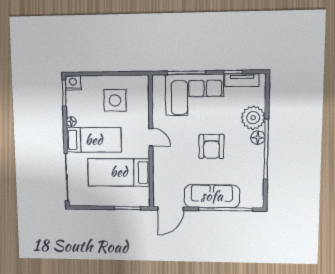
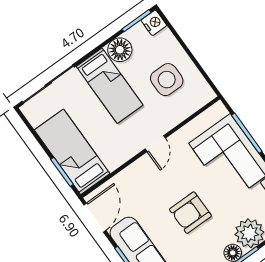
floor lamp: (71, 121) -> (120, 50), width x1.89, depth x1.89
bed: (119, 172) -> (72, 152), moved
door: (171, 209) -> (95, 218), swing flipped

